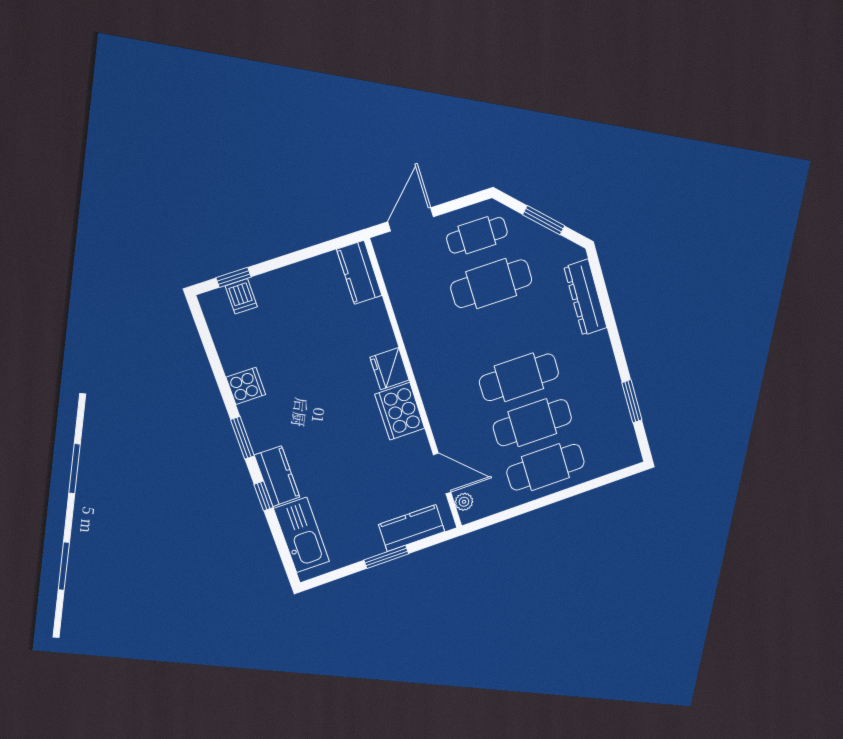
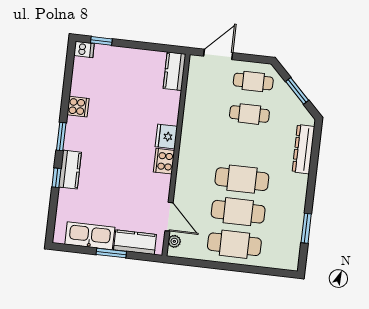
cafe table: (491, 284) -> (249, 114), width x0.73, depth x0.74
dishwasher: (241, 296) -> (84, 50), moved, turned -90
cooker: (400, 411) -> (164, 161), width x0.73, depth x0.76
kitchen sink: (302, 535) -> (90, 236), moved, turned -90

